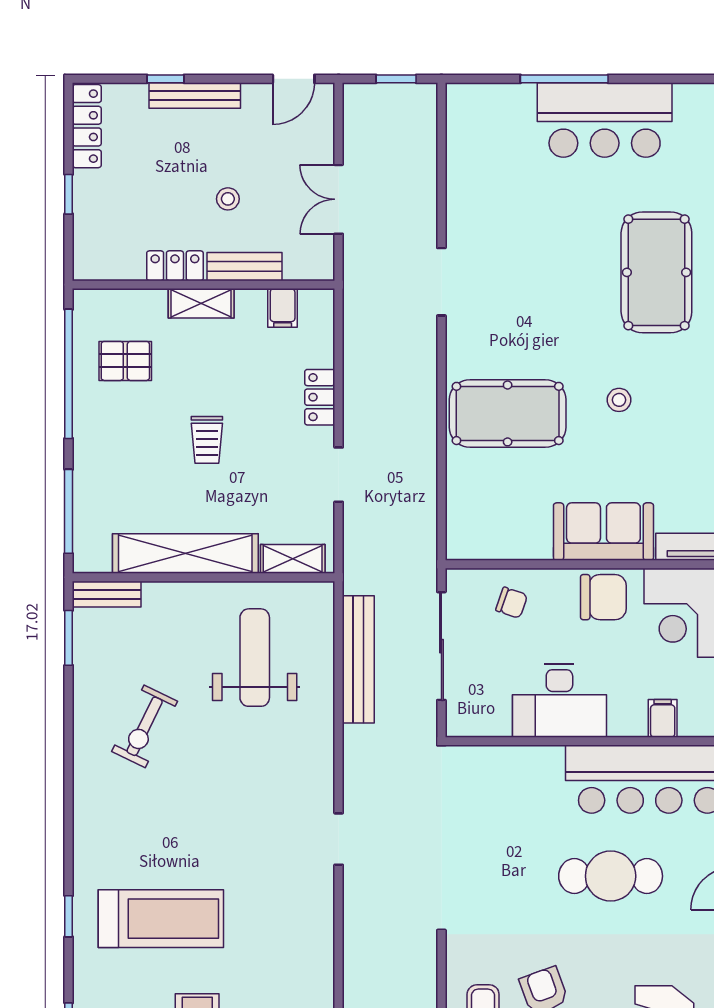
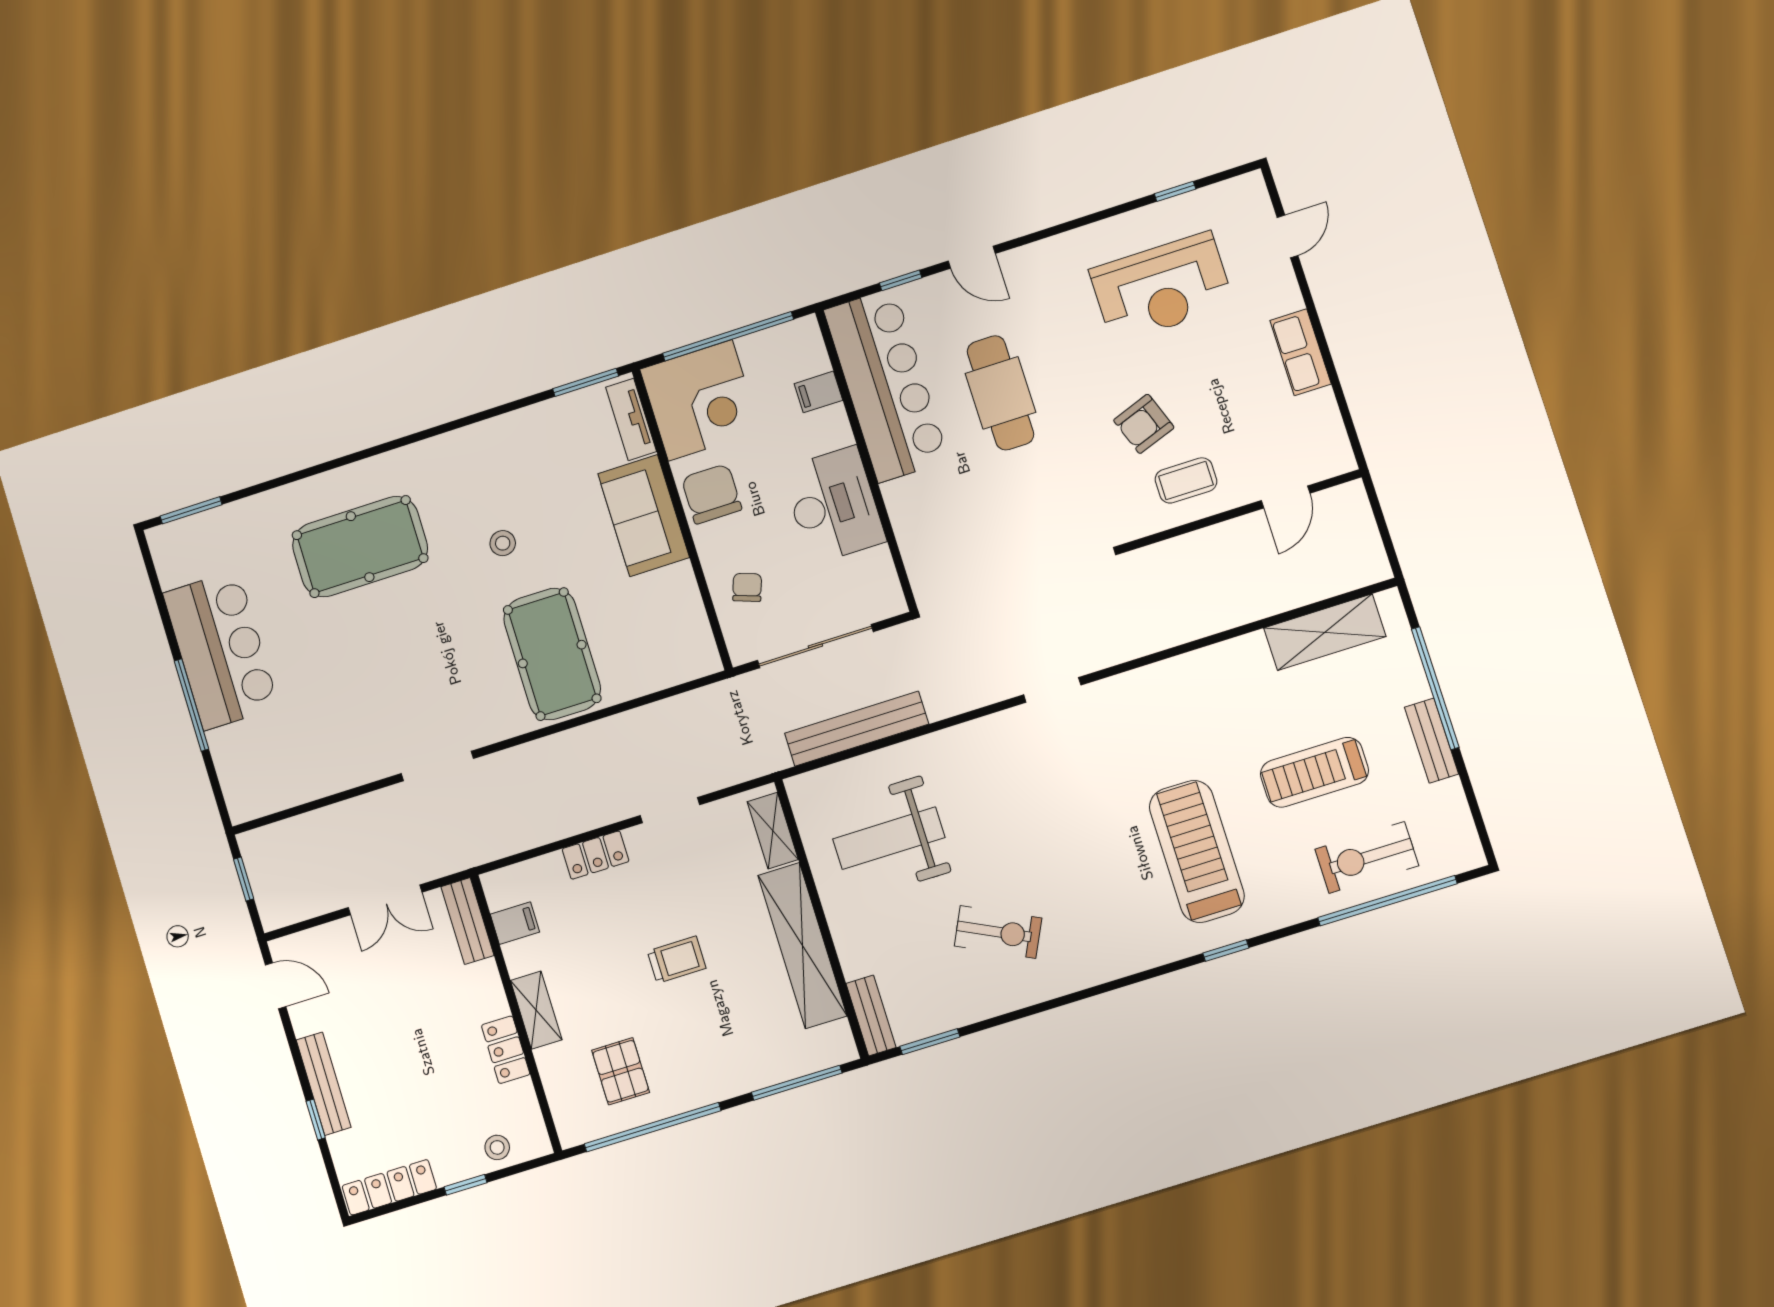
stool: (228, 199) -> (497, 1147), moved
bench: (245, 267) -> (467, 921), moved

